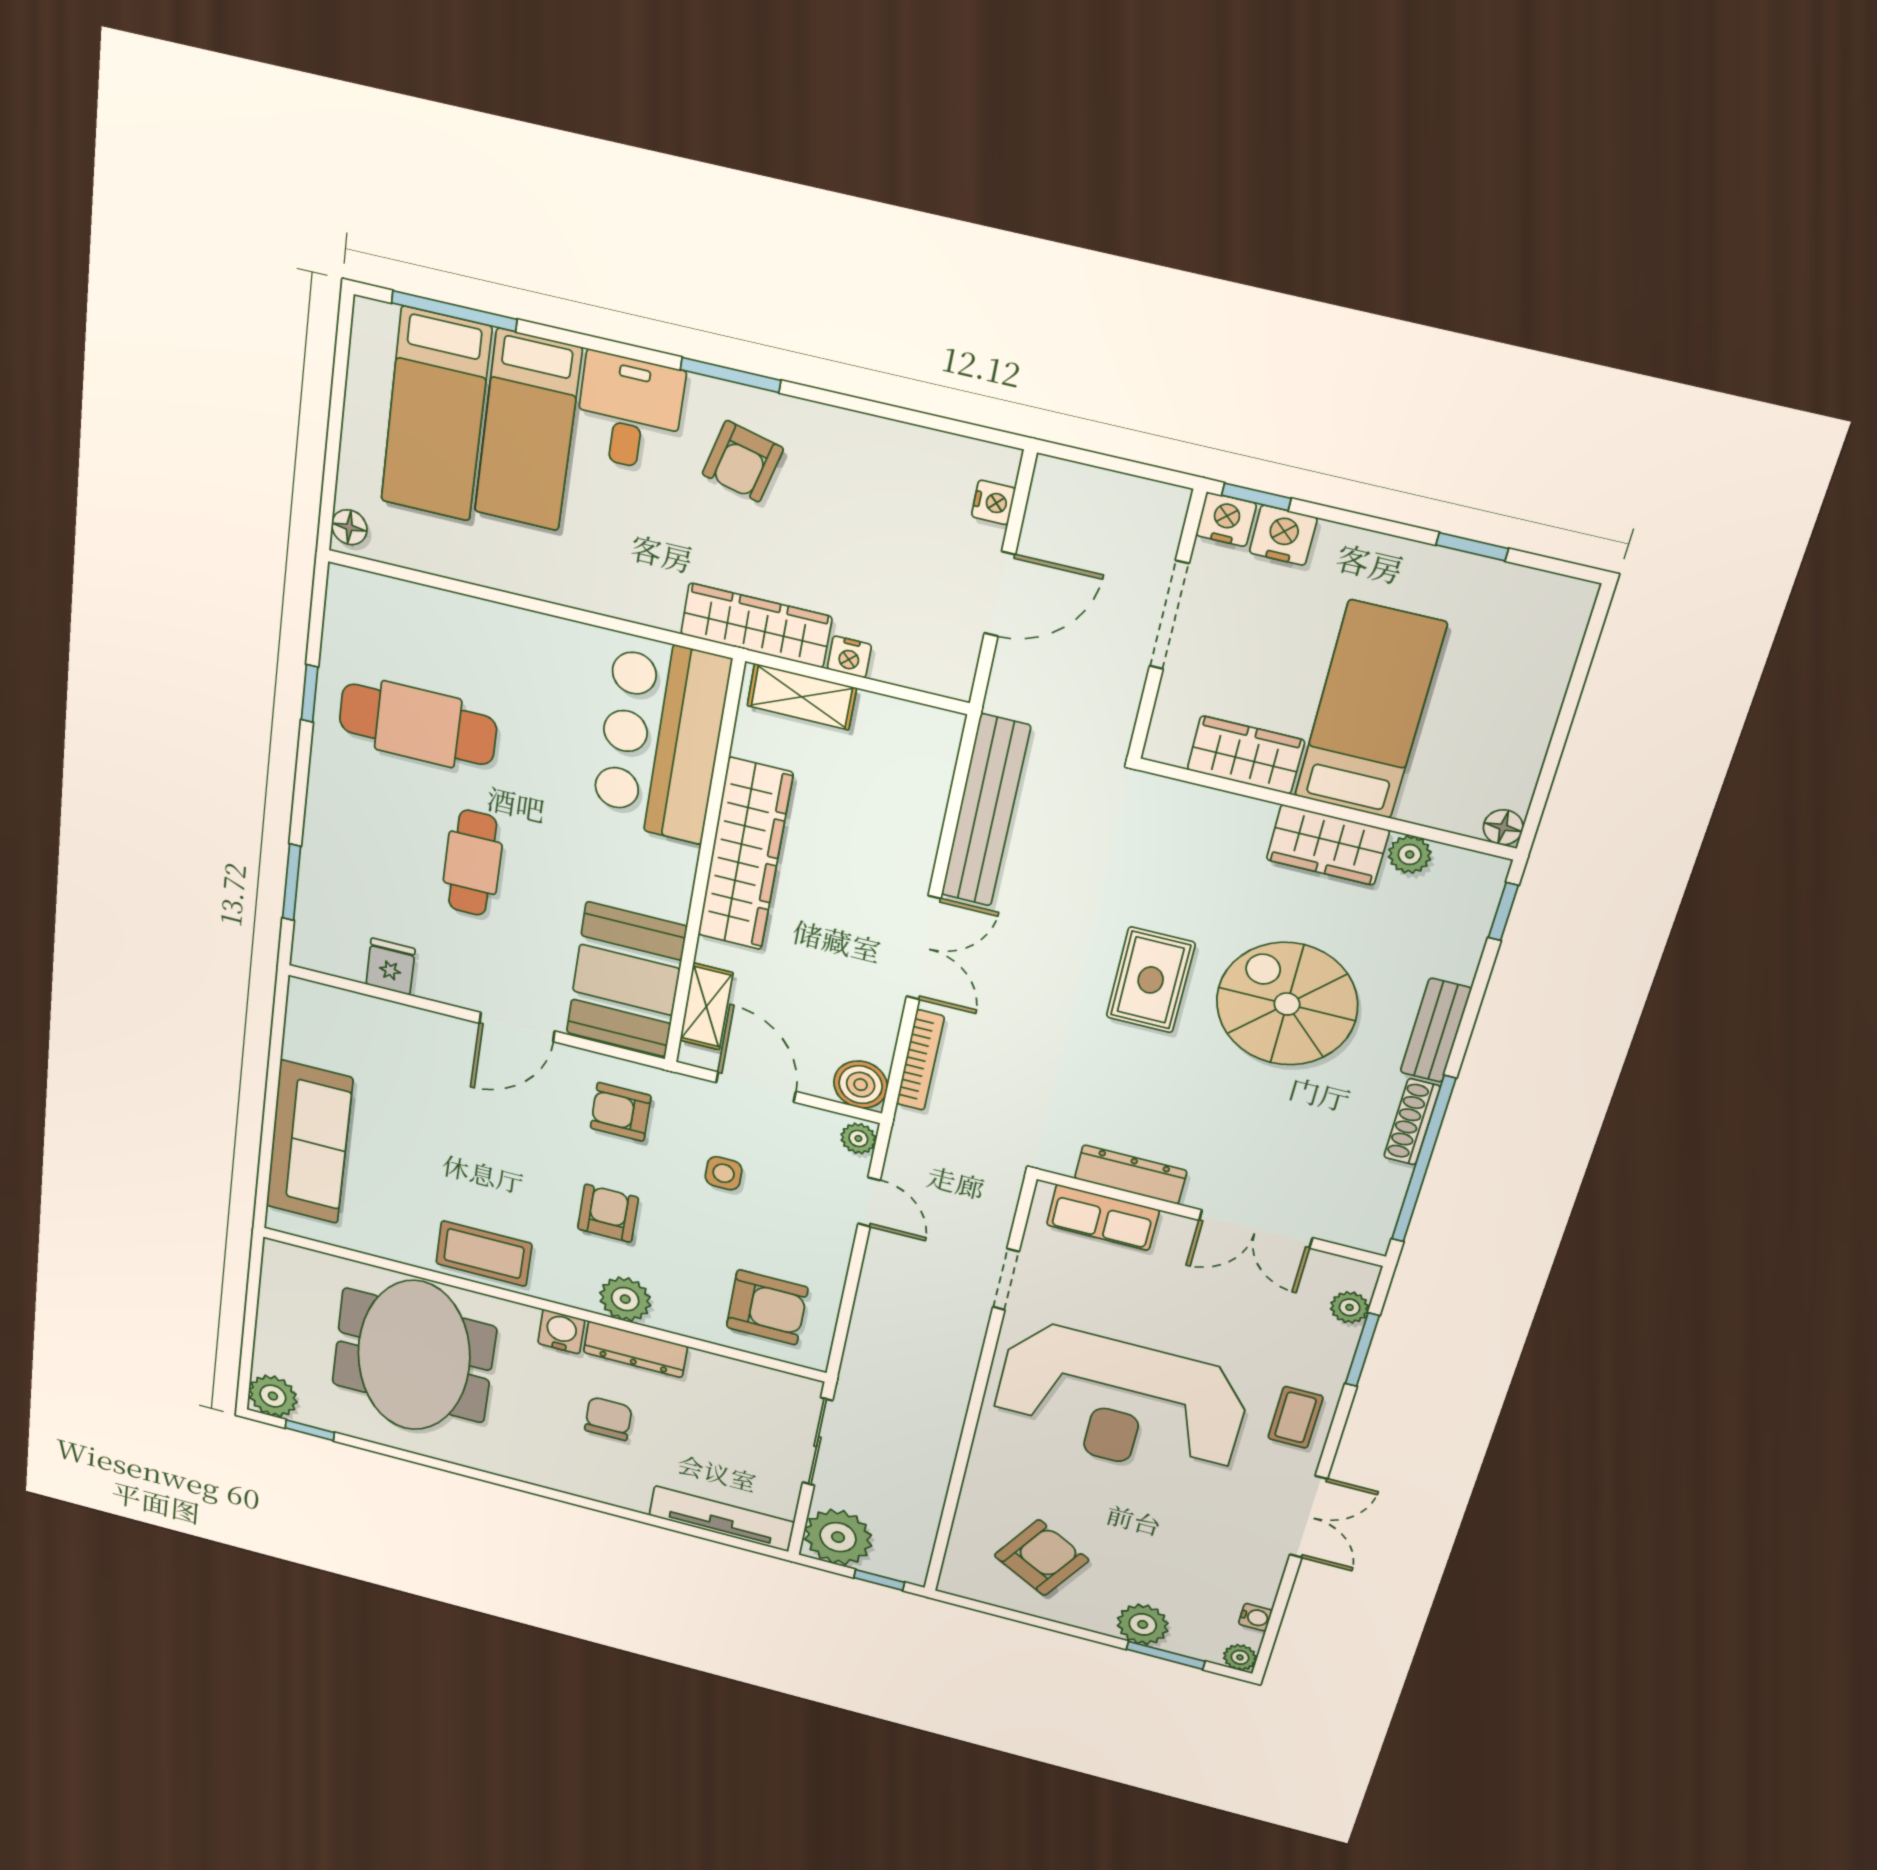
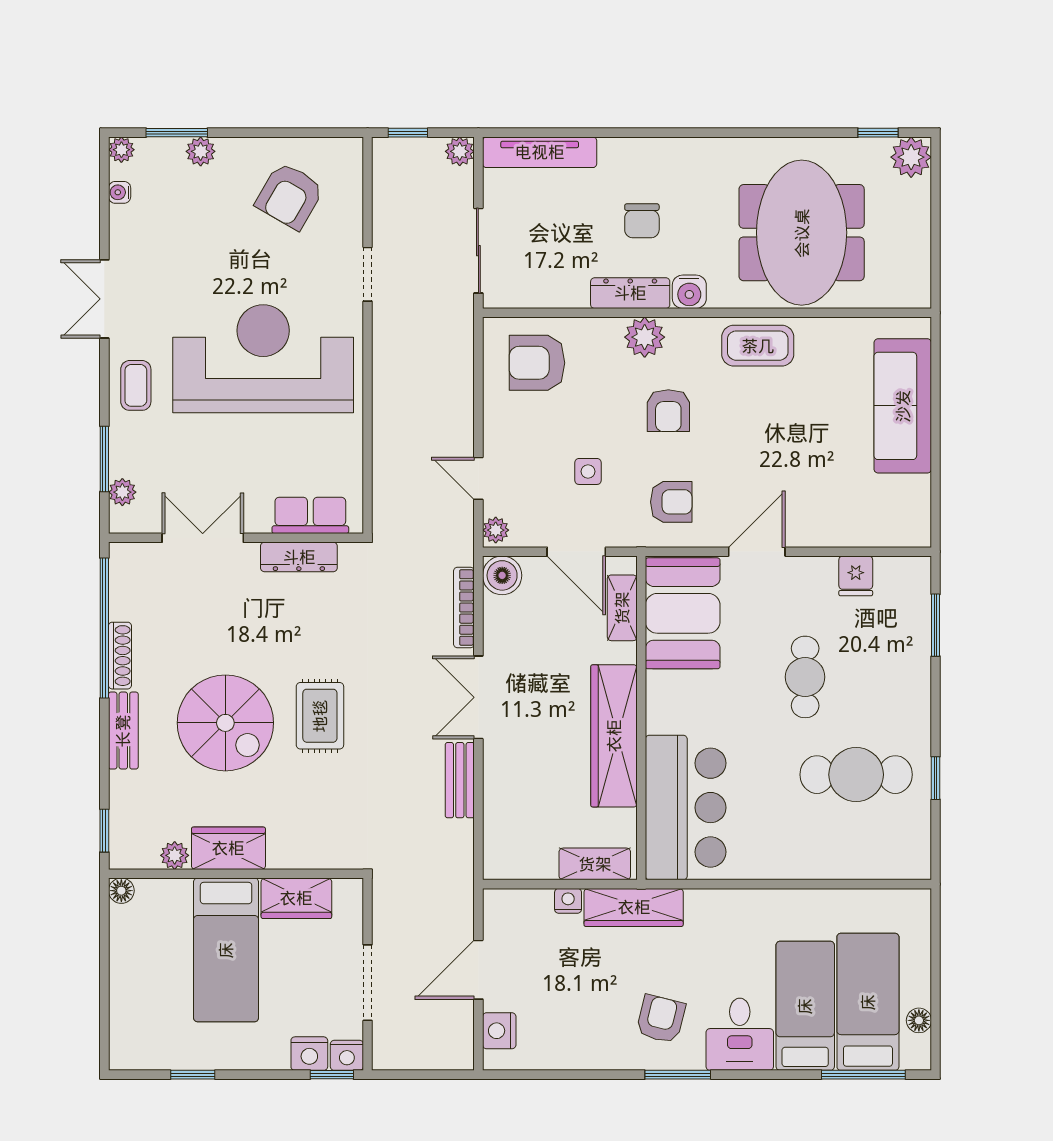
nightstand: (993, 502) -> (499, 1031), width x1.39, depth x1.35
floor lamp: (349, 527) -> (919, 1020), moved
bench: (986, 811) -> (460, 780), width x0.54, depth x0.82
doorway: (1006, 1279) -> (368, 274), moved
plant: (838, 1537) -> (460, 151), width x0.53, depth x0.53
plant: (1143, 1624) -> (201, 151), width x0.73, depth x0.73

